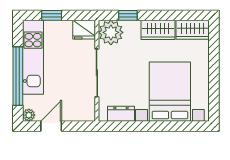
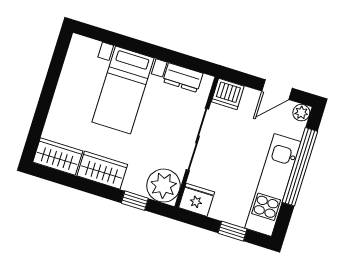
bed with nightstands: (170, 92) -> (123, 90), width x0.73
dishwasher: (85, 112) -> (228, 94), added

